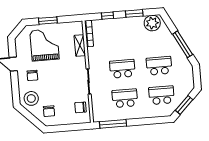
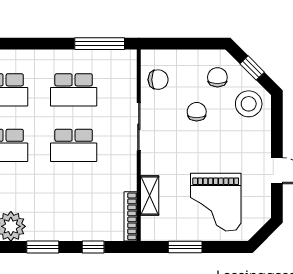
window: (48, 21) -> (185, 247), moved
chair: (32, 75) -> (197, 112), moved
window: (31, 118) -> (252, 68), added

